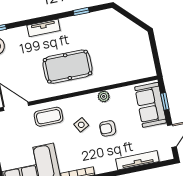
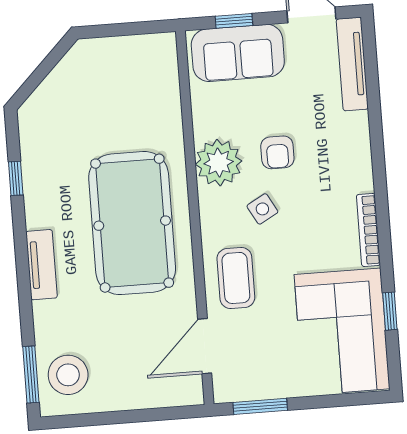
pool table: (67, 67) -> (132, 223), width x1.36, depth x1.32
plant: (104, 96) -> (219, 163), width x1.87, depth x1.87
tv unit: (137, 160) -> (352, 64), moved

